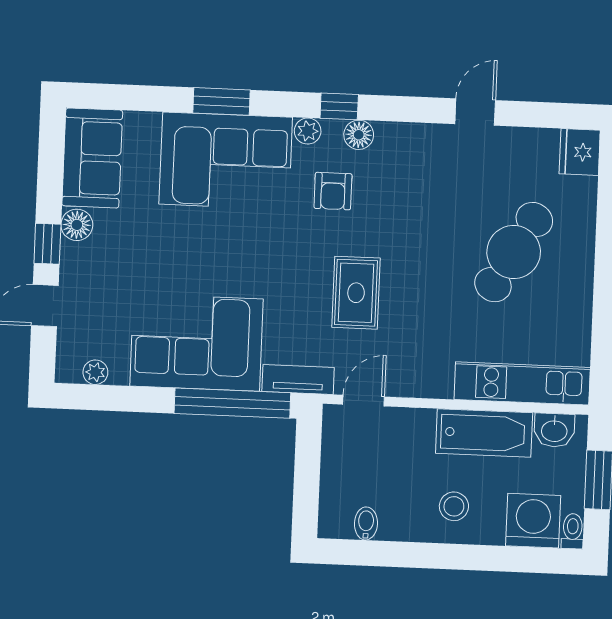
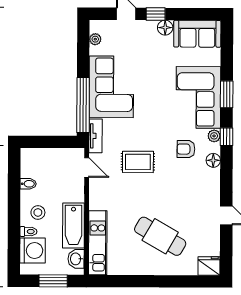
window: (339, 106) -> (226, 137), moved
bidet: (366, 523) -> (28, 184), moved
toilet: (573, 531) -> (28, 232), moved

